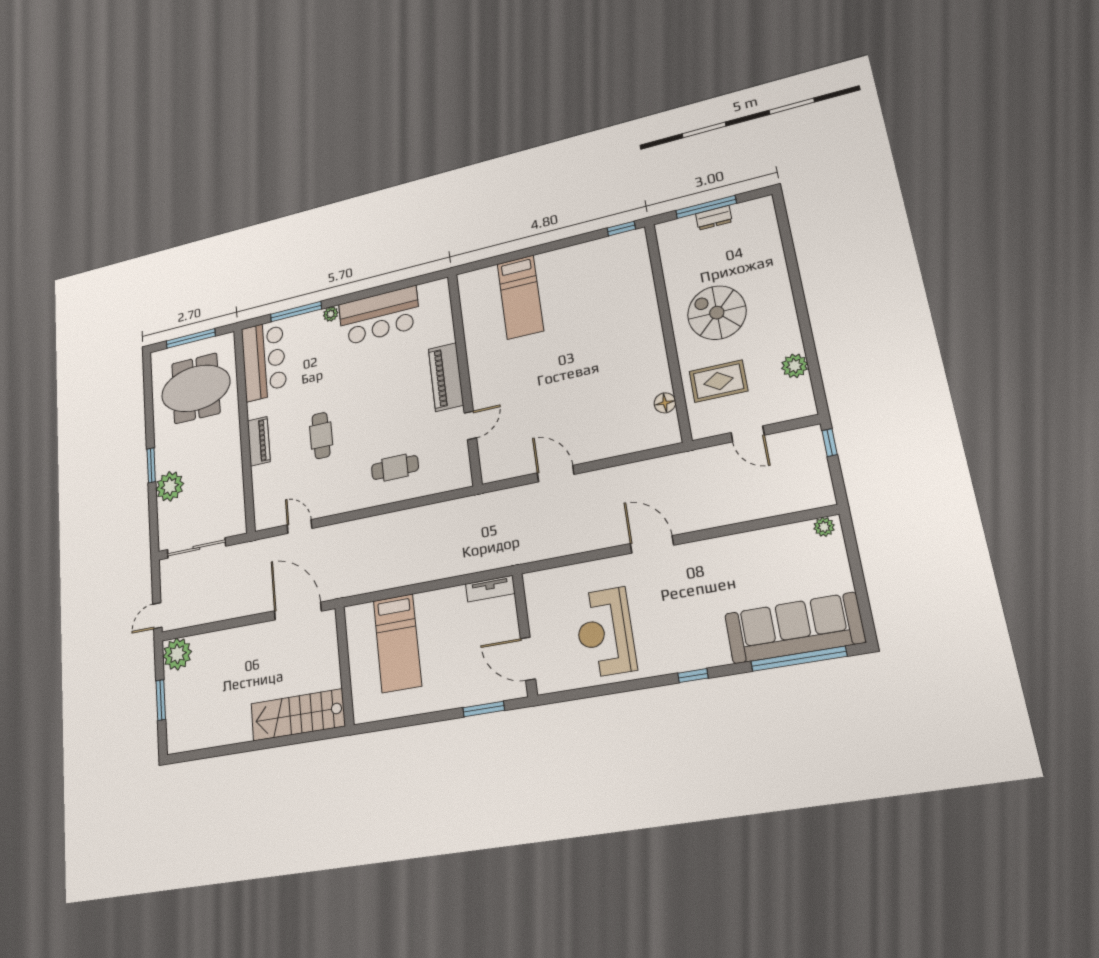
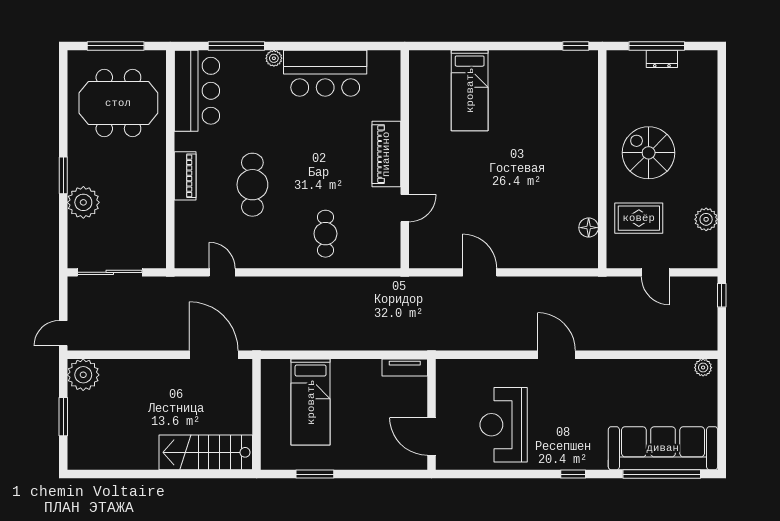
cafe table: (321, 436) -> (252, 185), width x1.37, depth x1.35
cafe table: (395, 468) -> (325, 234), turned 90
window: (484, 709) -> (315, 474), moved

